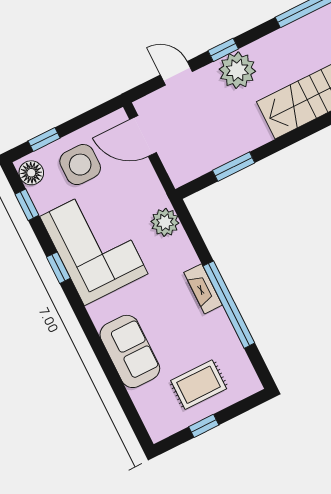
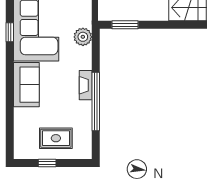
window: (234, 167) -> (125, 25), moved
sofa: (130, 351) -> (26, 85), moved

